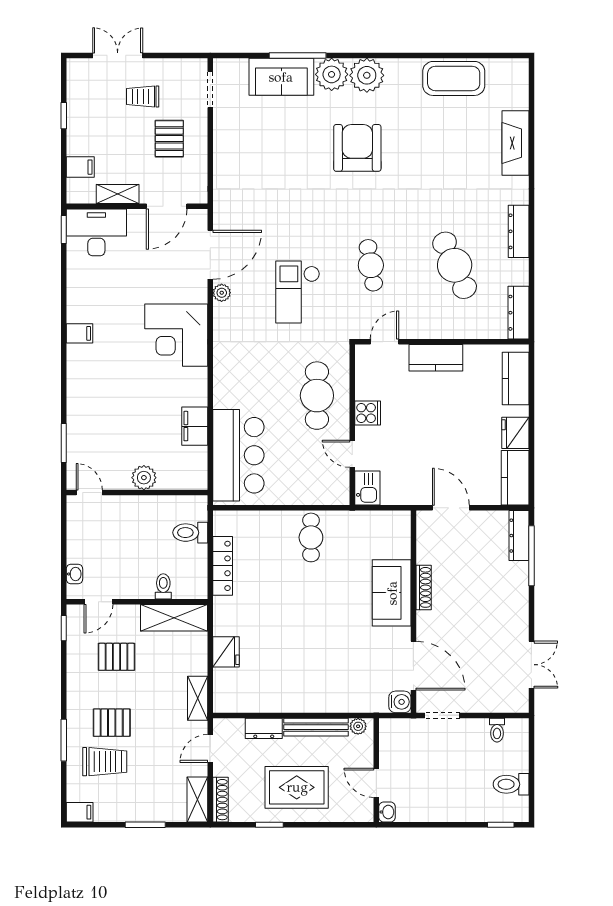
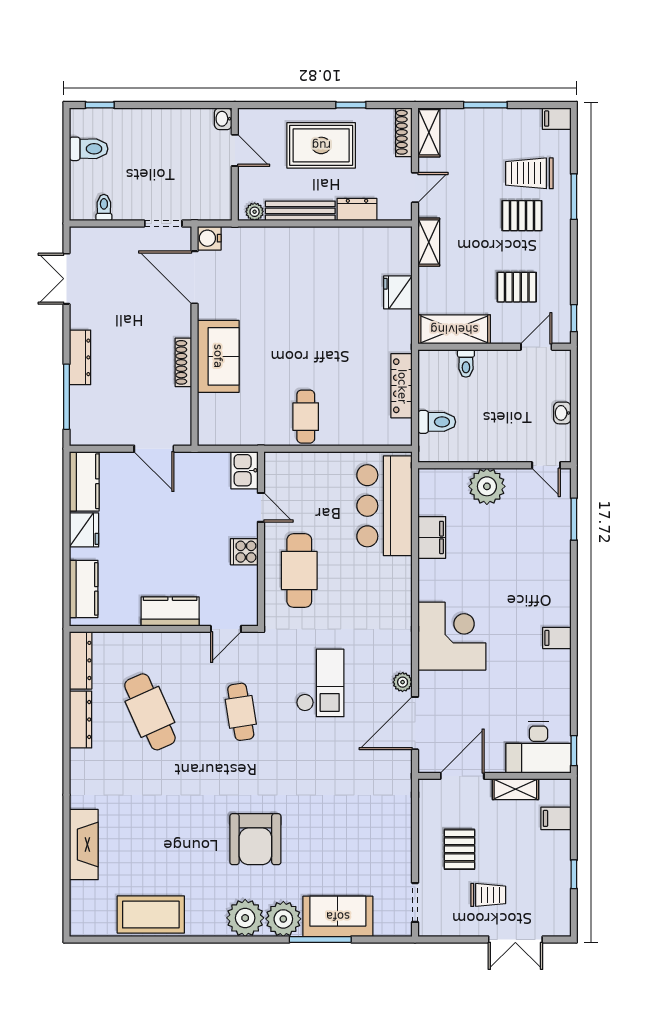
dresser: (519, 231) -> (81, 719), moved
plant: (144, 478) -> (487, 486), width x1.36, depth x1.36
dresser: (519, 536) -> (80, 357), moved
washbasin: (74, 574) -> (562, 413), moved

